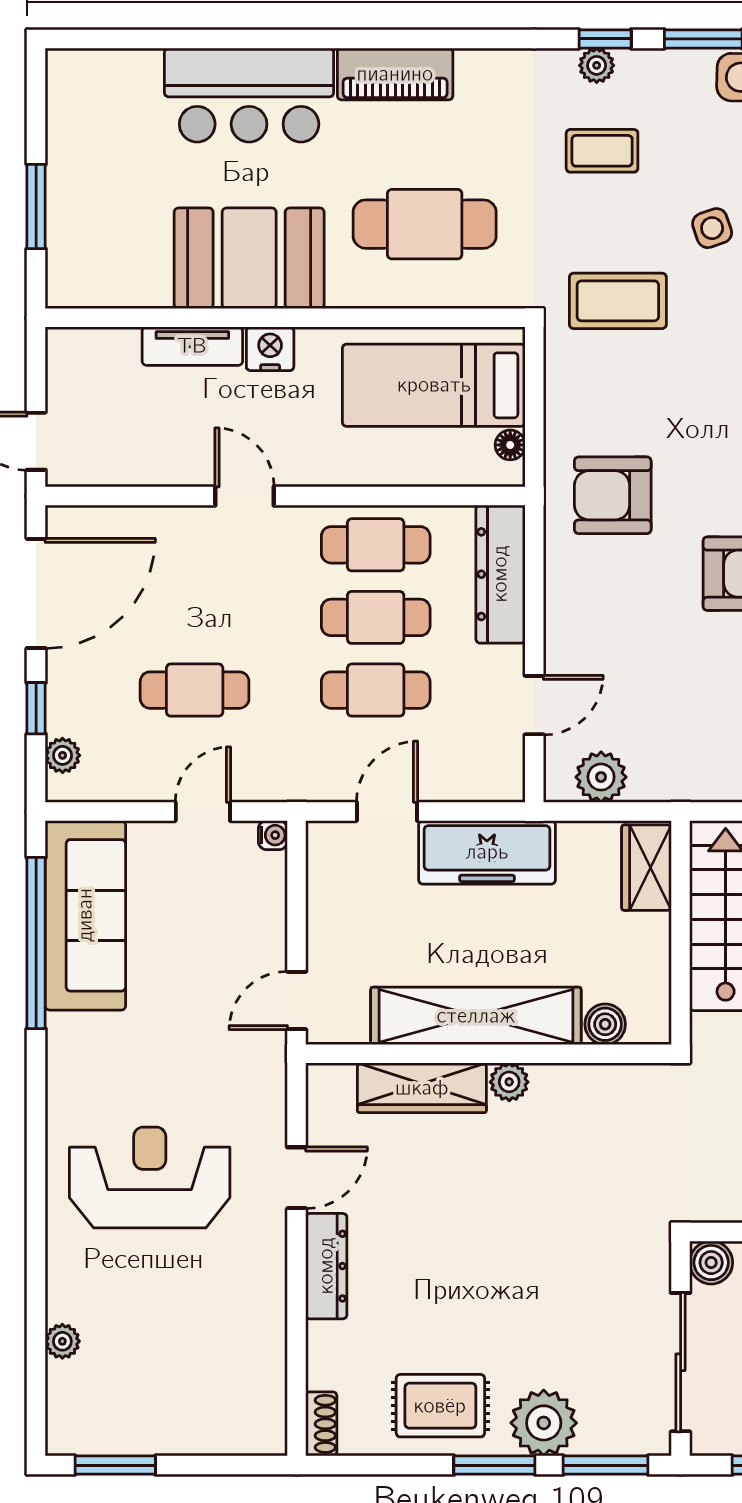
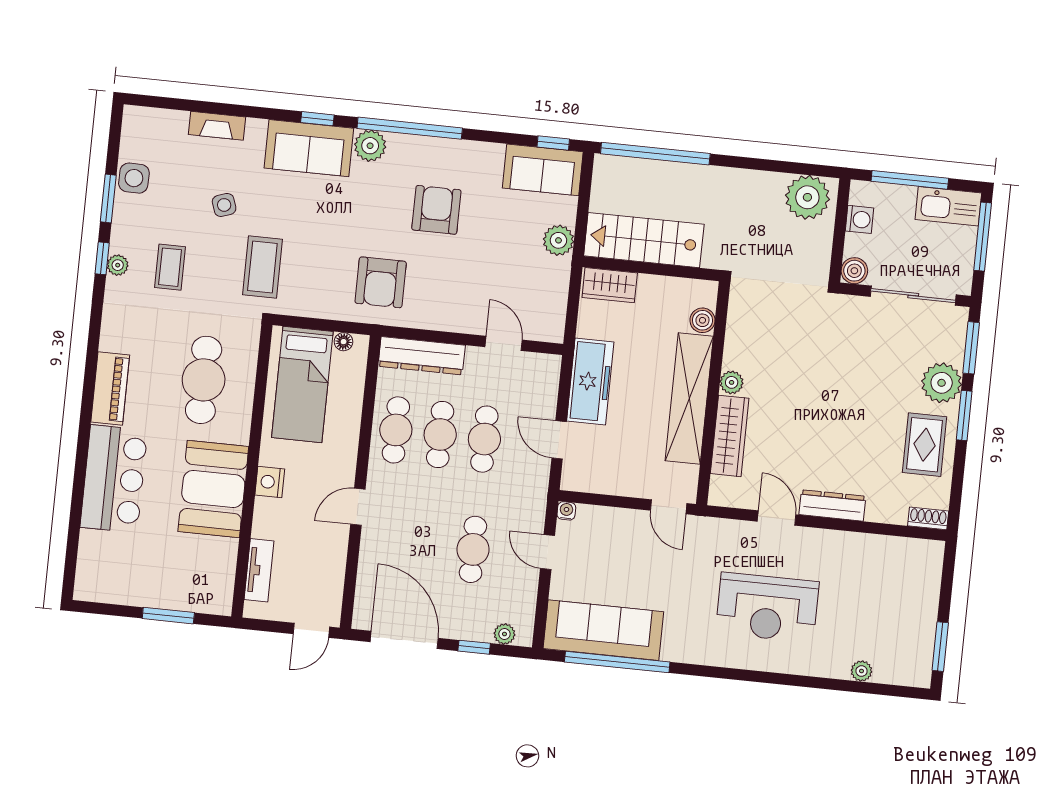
tv unit: (192, 346) -> (259, 570), moved
plant: (601, 777) -> (558, 240), moved
reception desk: (150, 1177) -> (767, 607), turned -90

